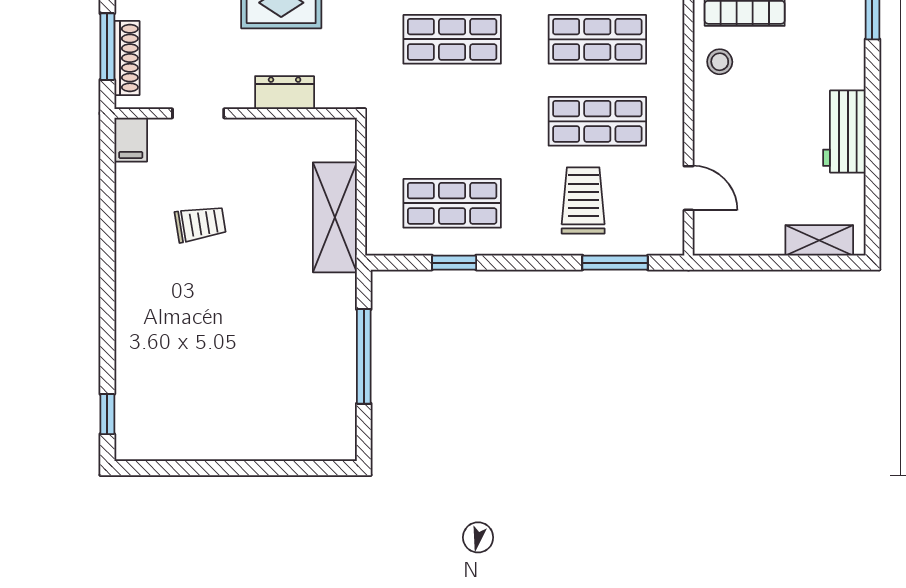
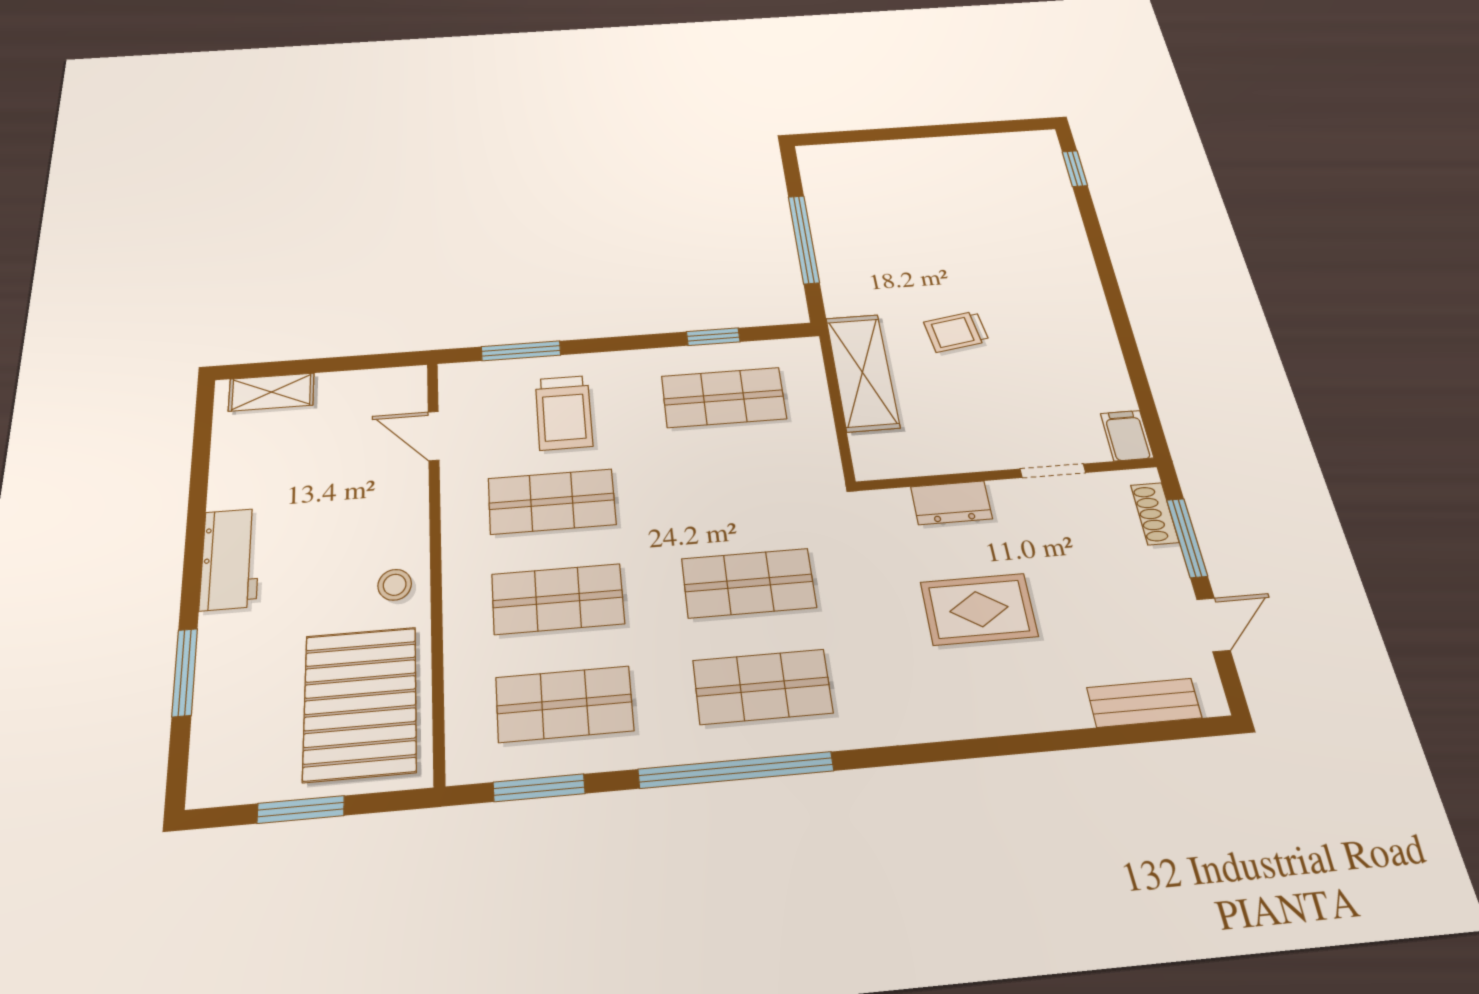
shoe rack: (127, 58) -> (1155, 514), width x0.70
workbench: (844, 131) -> (230, 559), moved
trolley: (200, 224) -> (956, 332), moved

